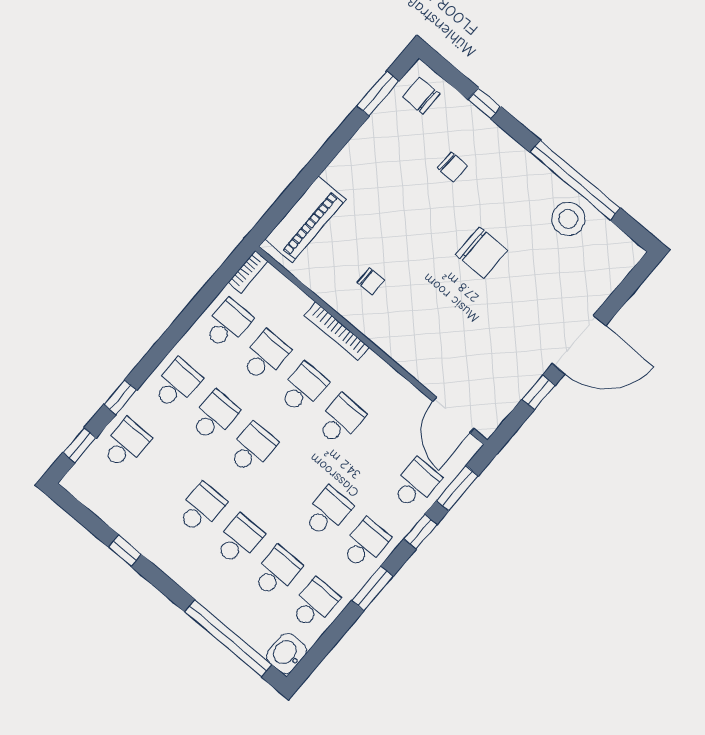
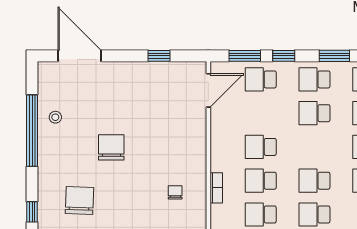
chair: (452, 167) -> (79, 200), width x1.87, depth x1.87
stool: (568, 219) -> (55, 117), width x0.53, depth x0.53
bookcase: (337, 331) -> (216, 188), width x0.64
door: (579, 345) -> (80, 56), moved

